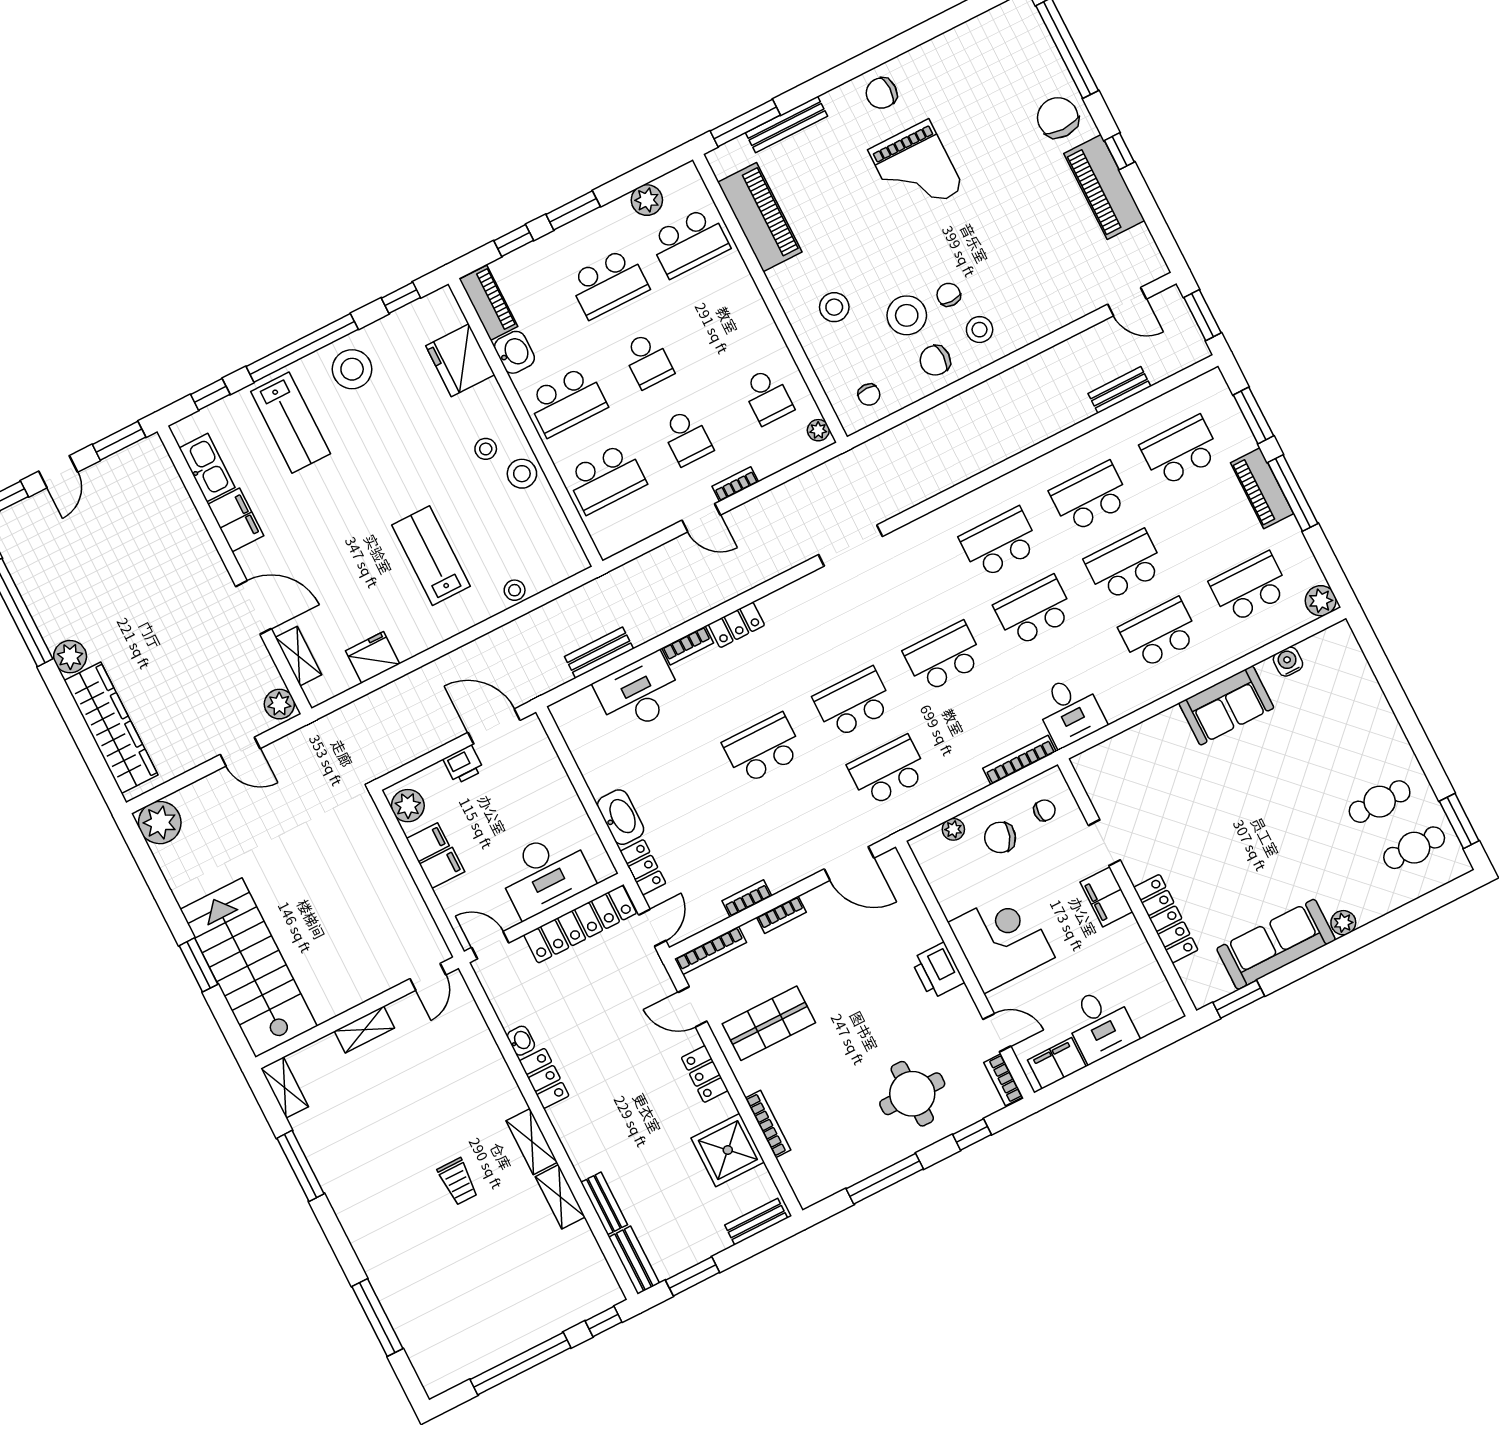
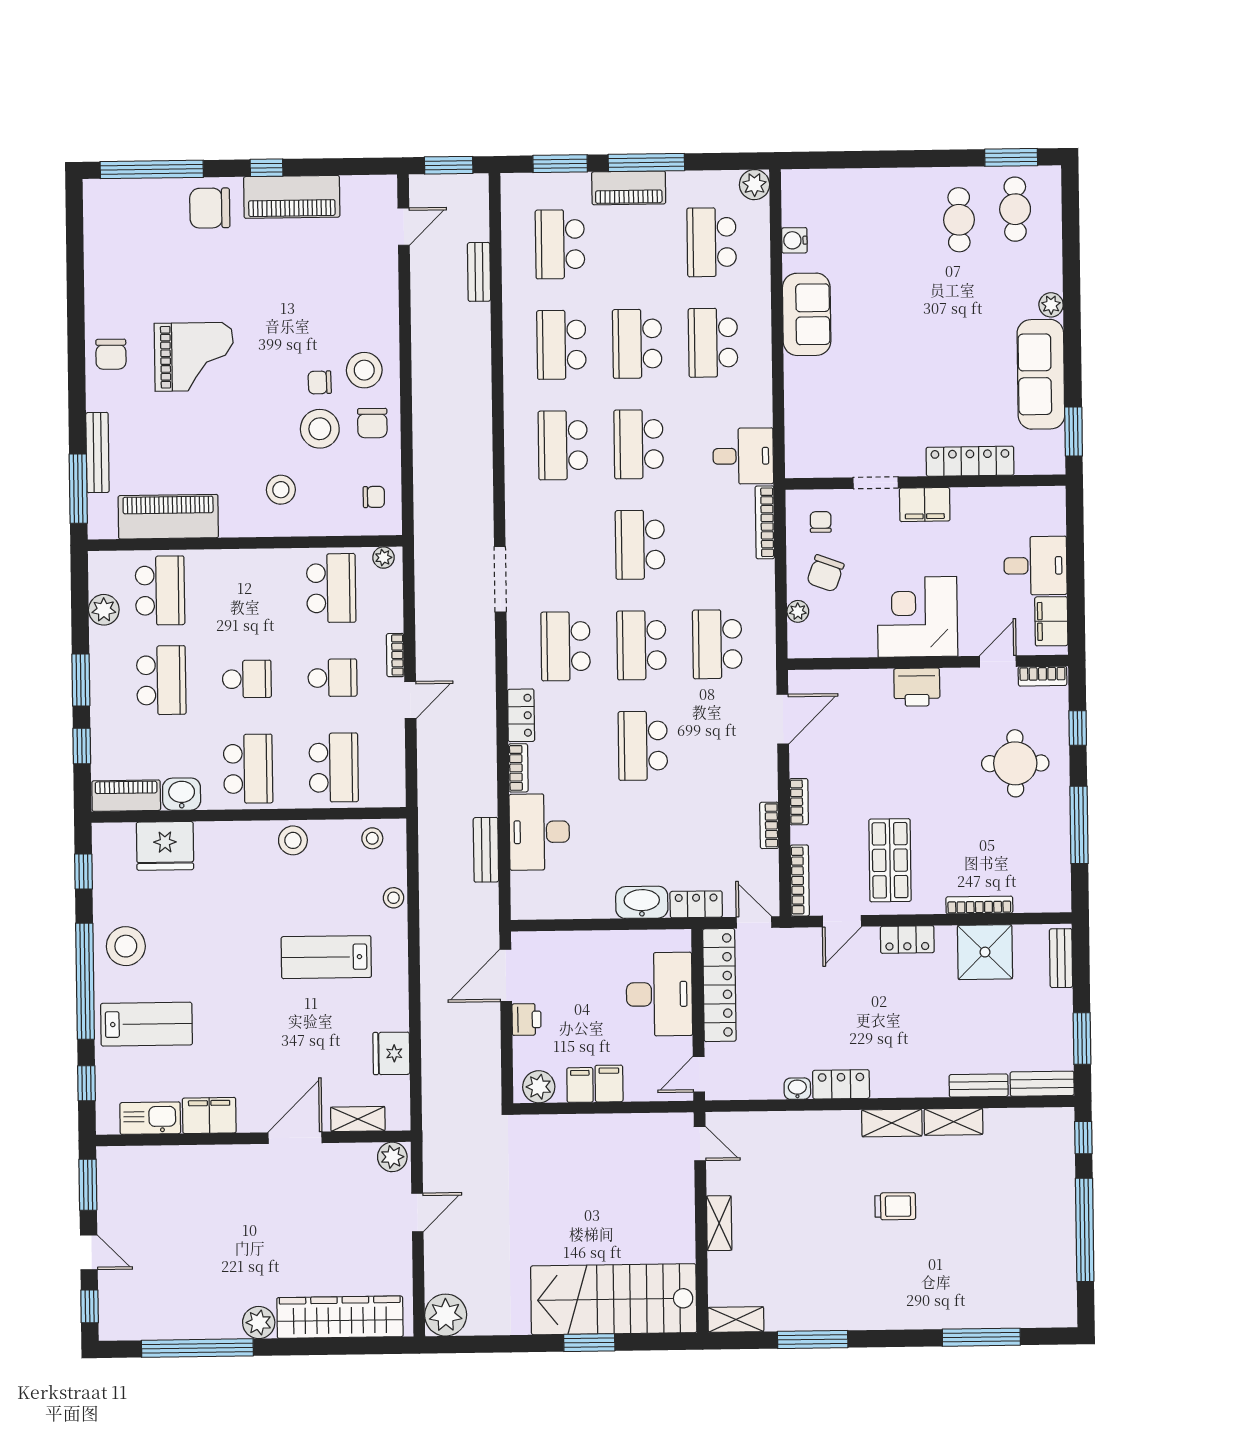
stool: (980, 330) -> (364, 370), width x1.38, depth x1.38
school desk: (767, 396) -> (331, 588), width x1.85
stool: (486, 449) -> (372, 838), moved
school desk: (819, 634) -> (566, 646), added

